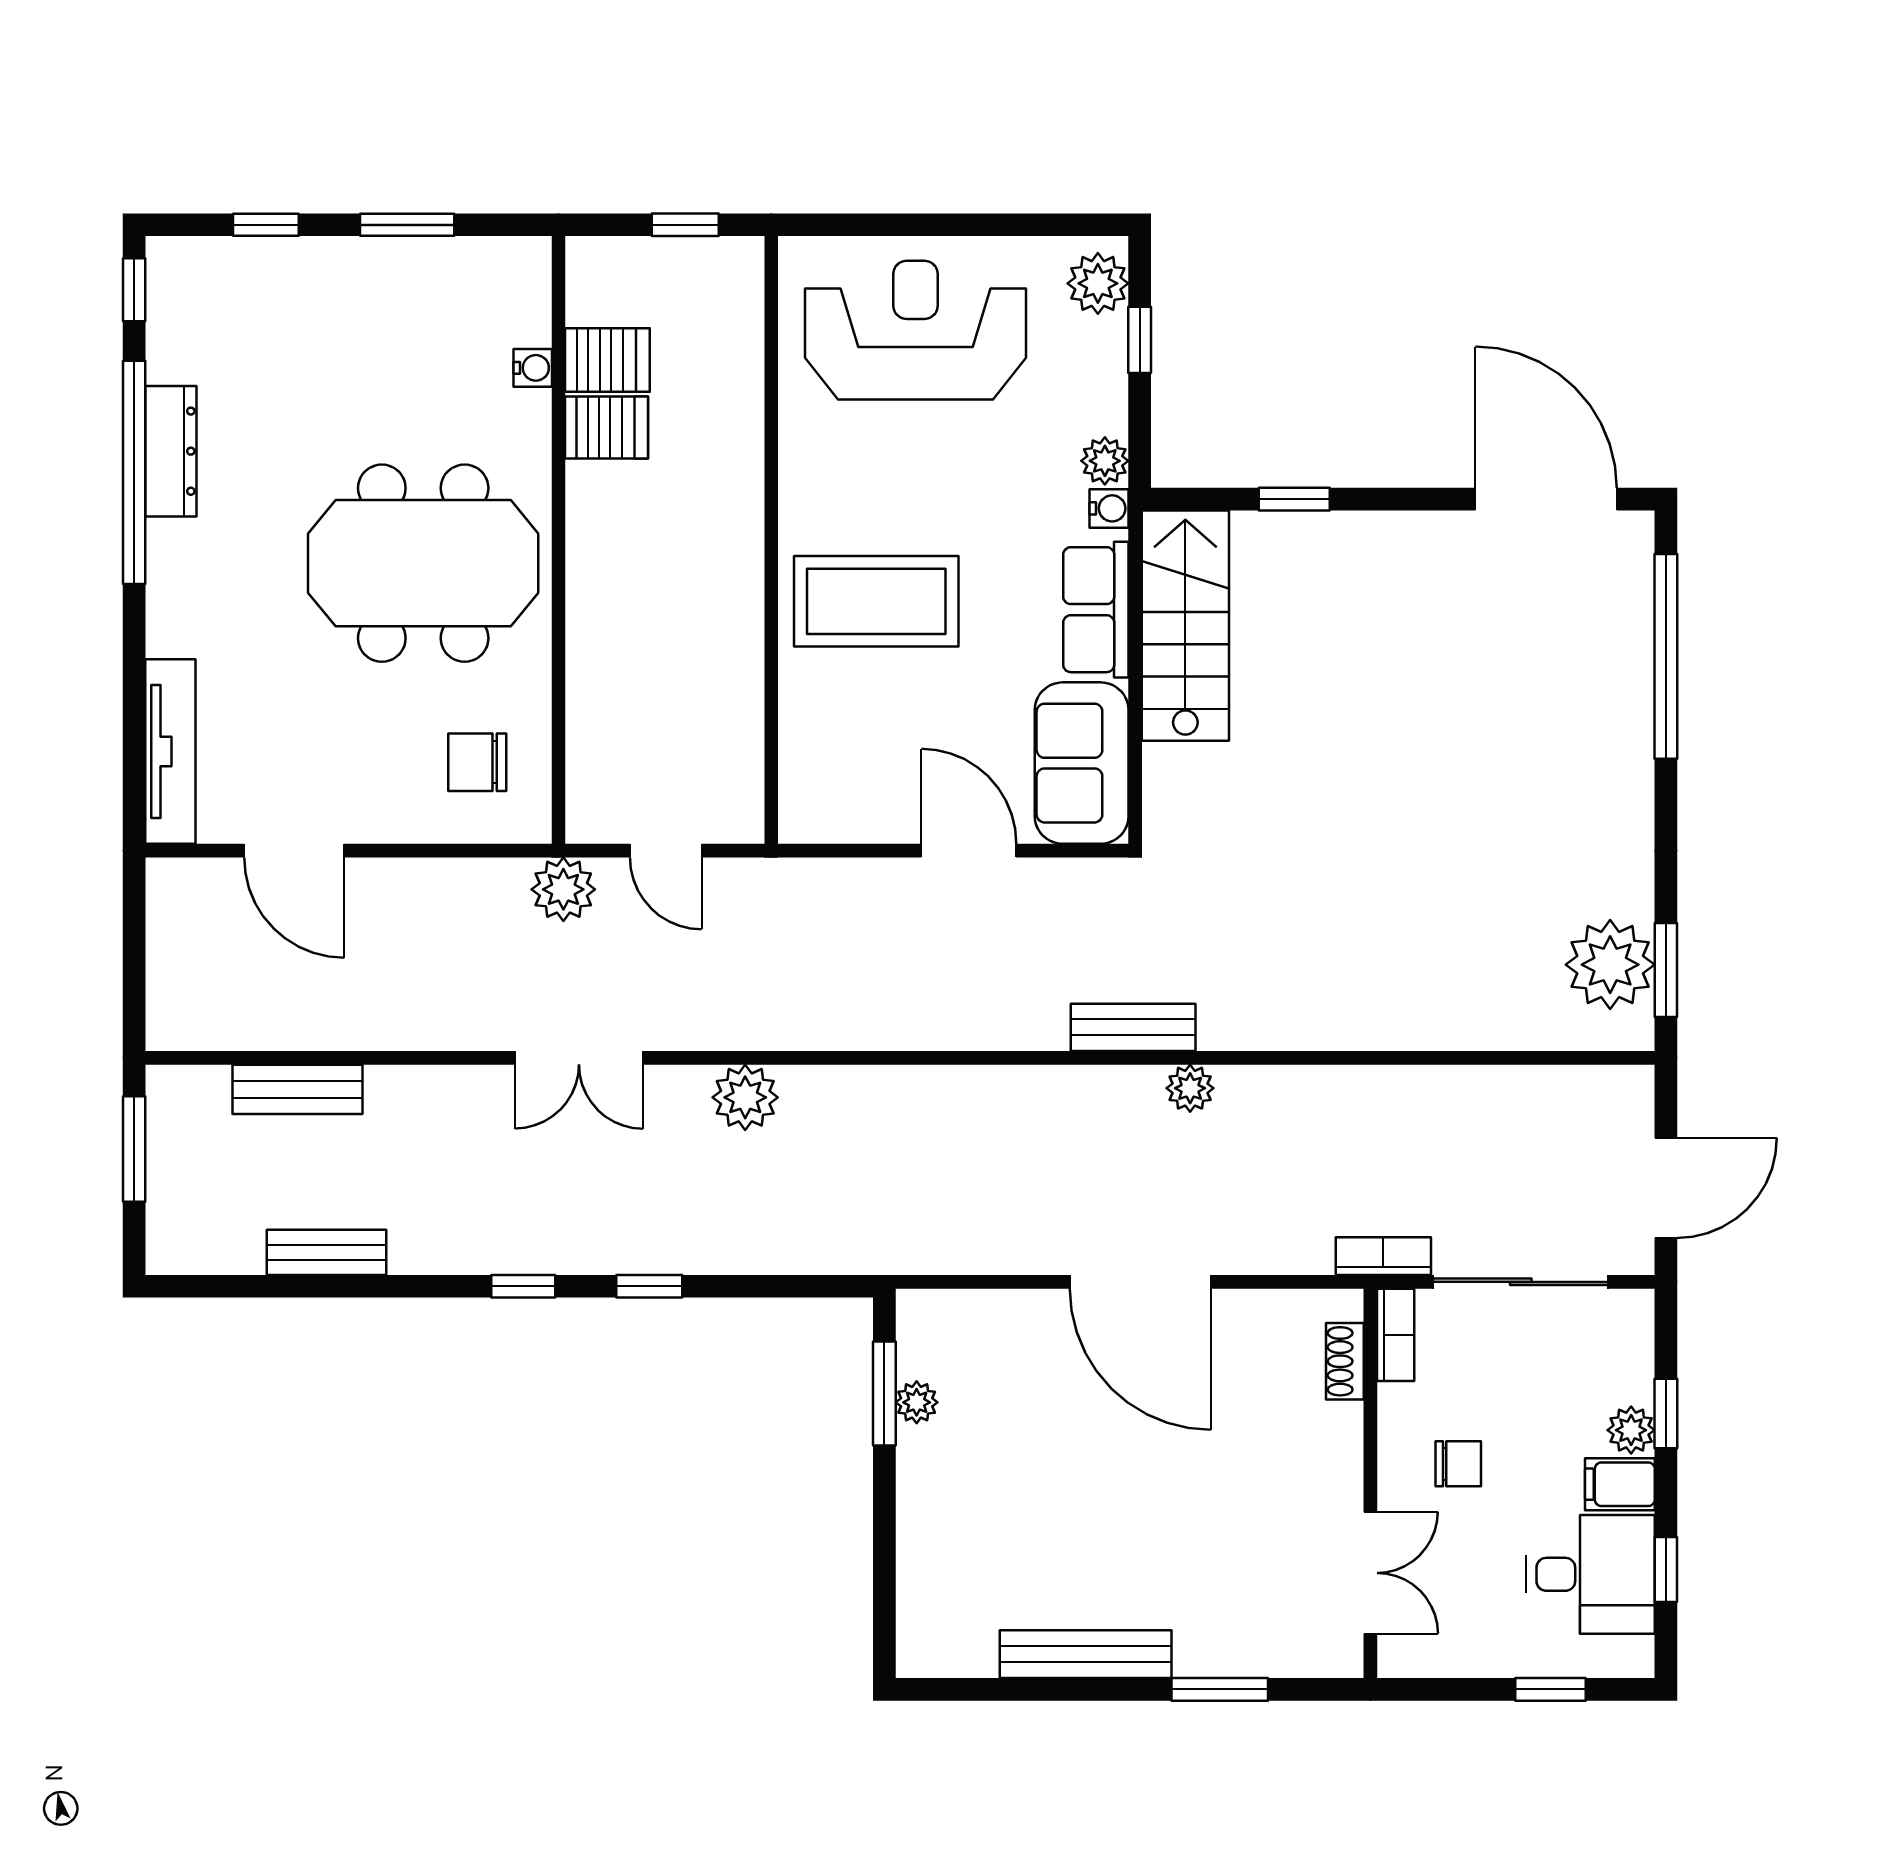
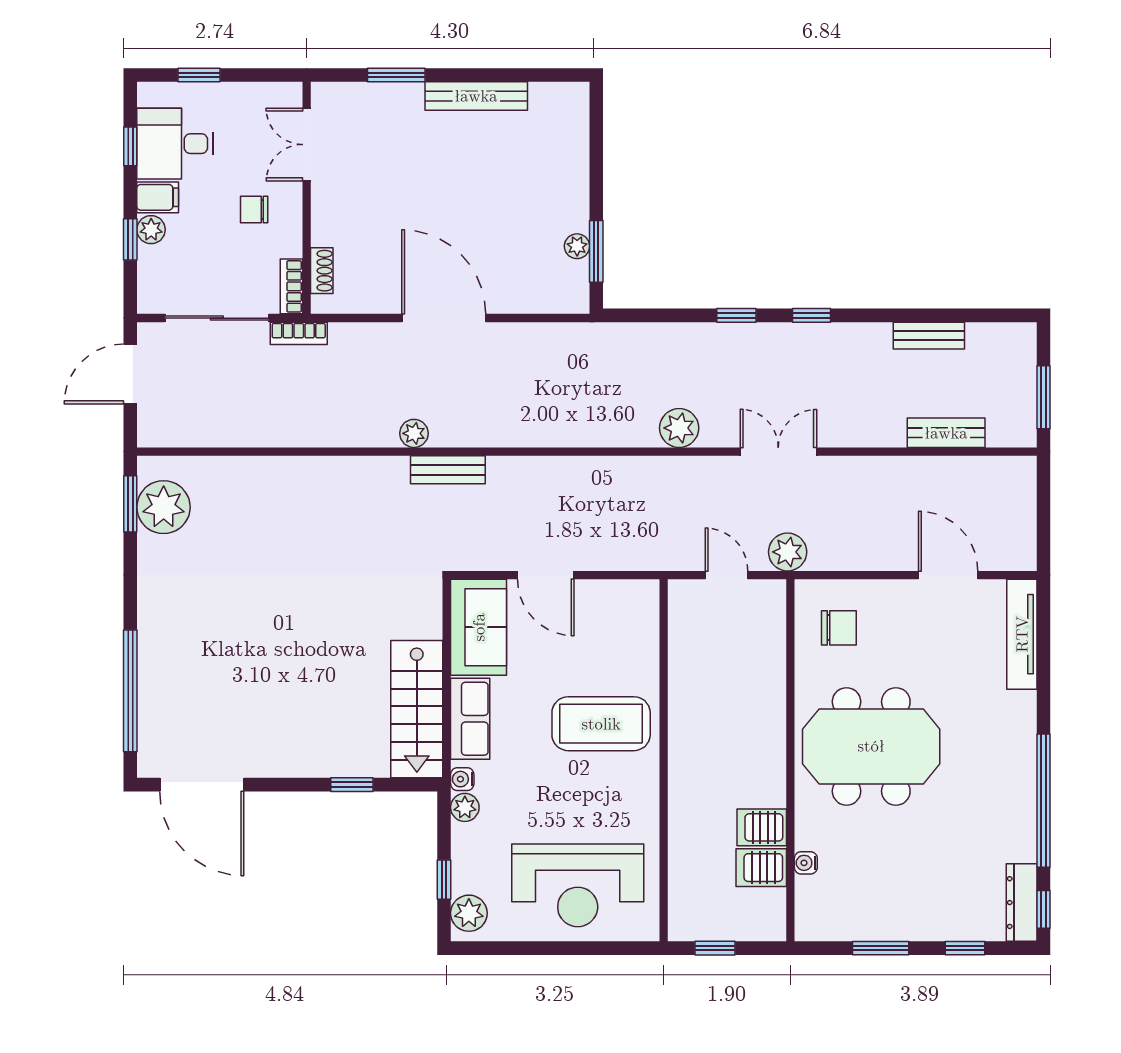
dresser: (171, 451) -> (1022, 903), moved

